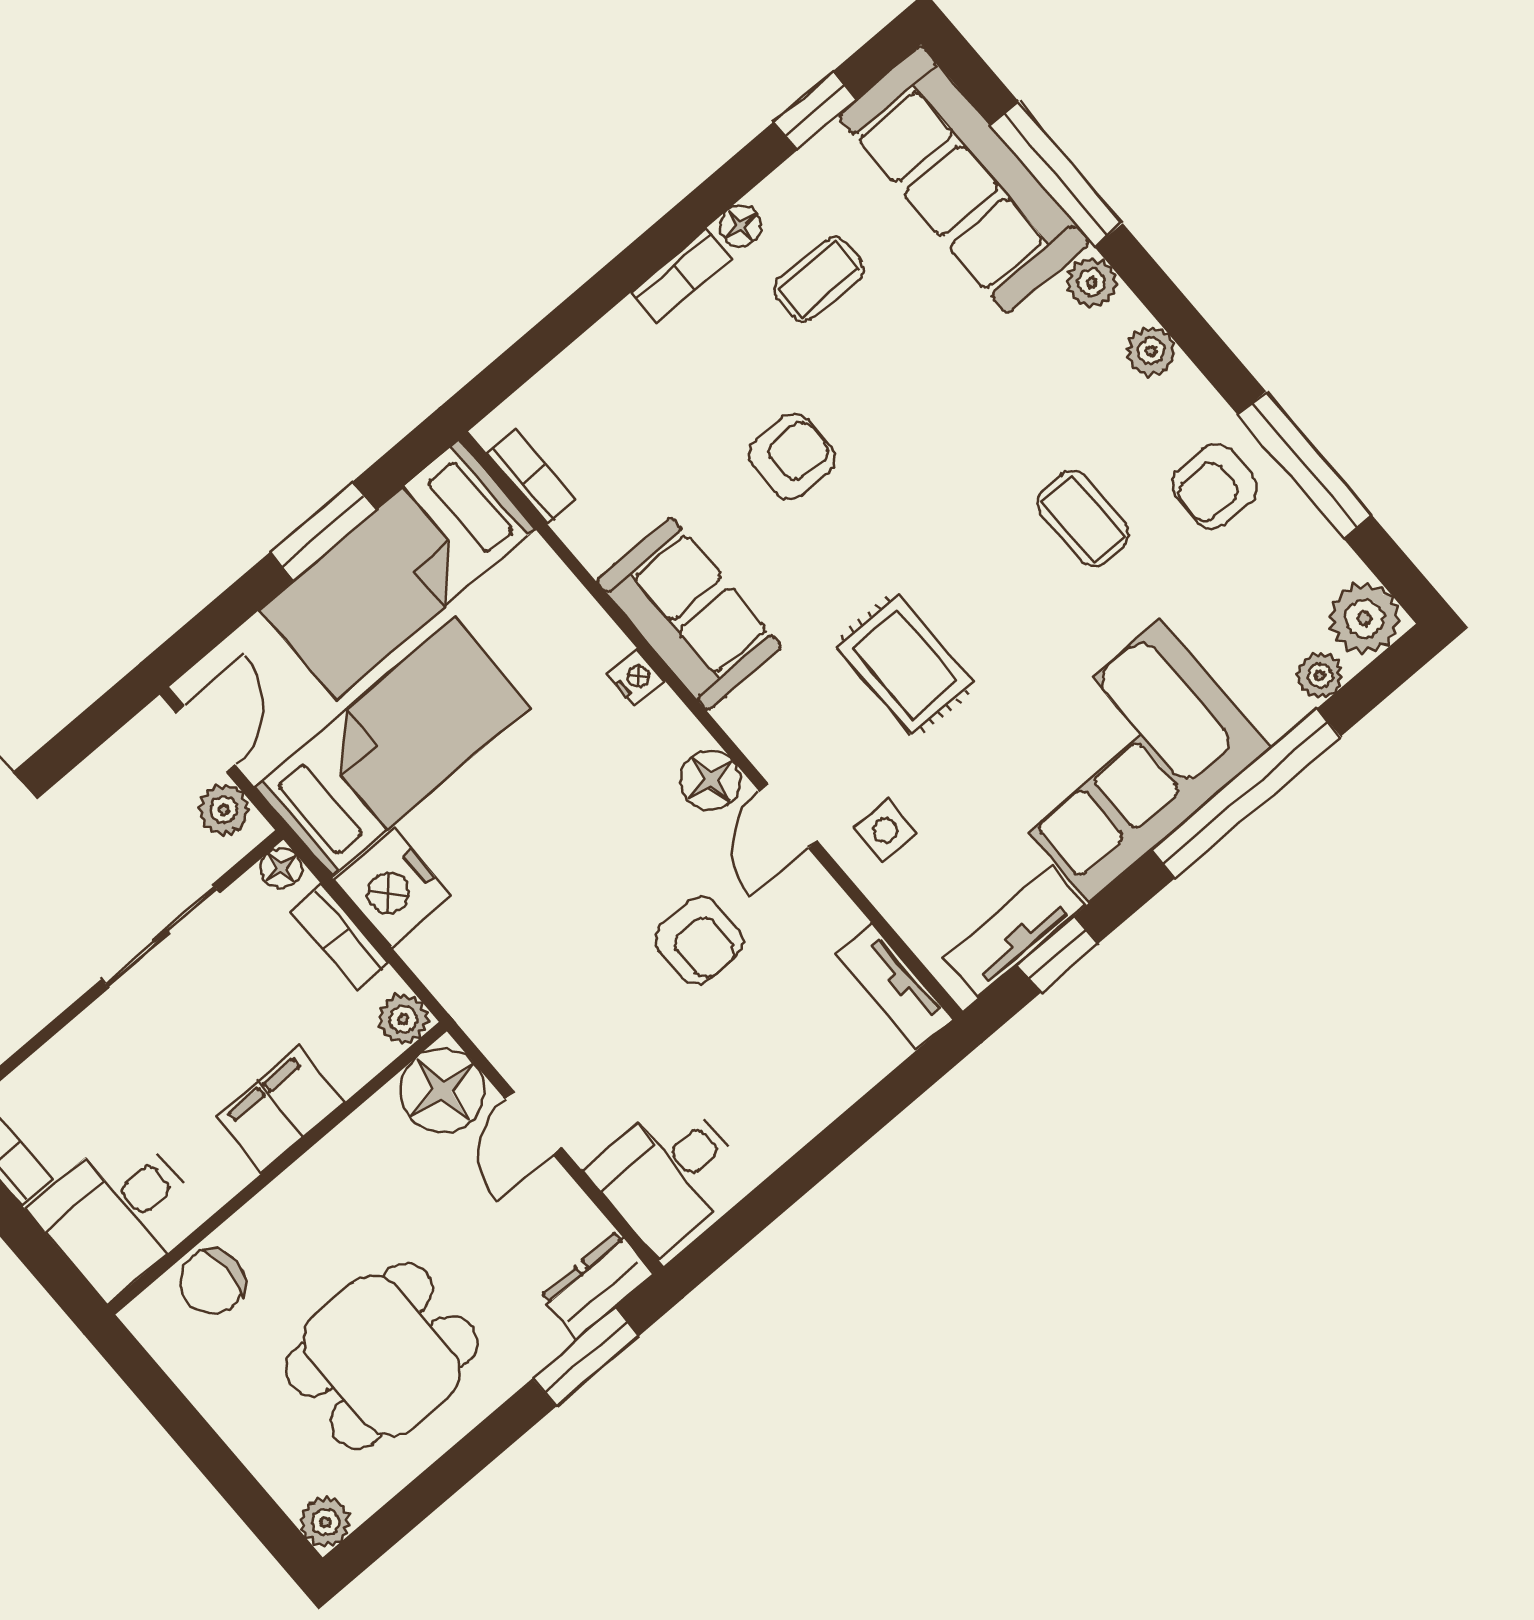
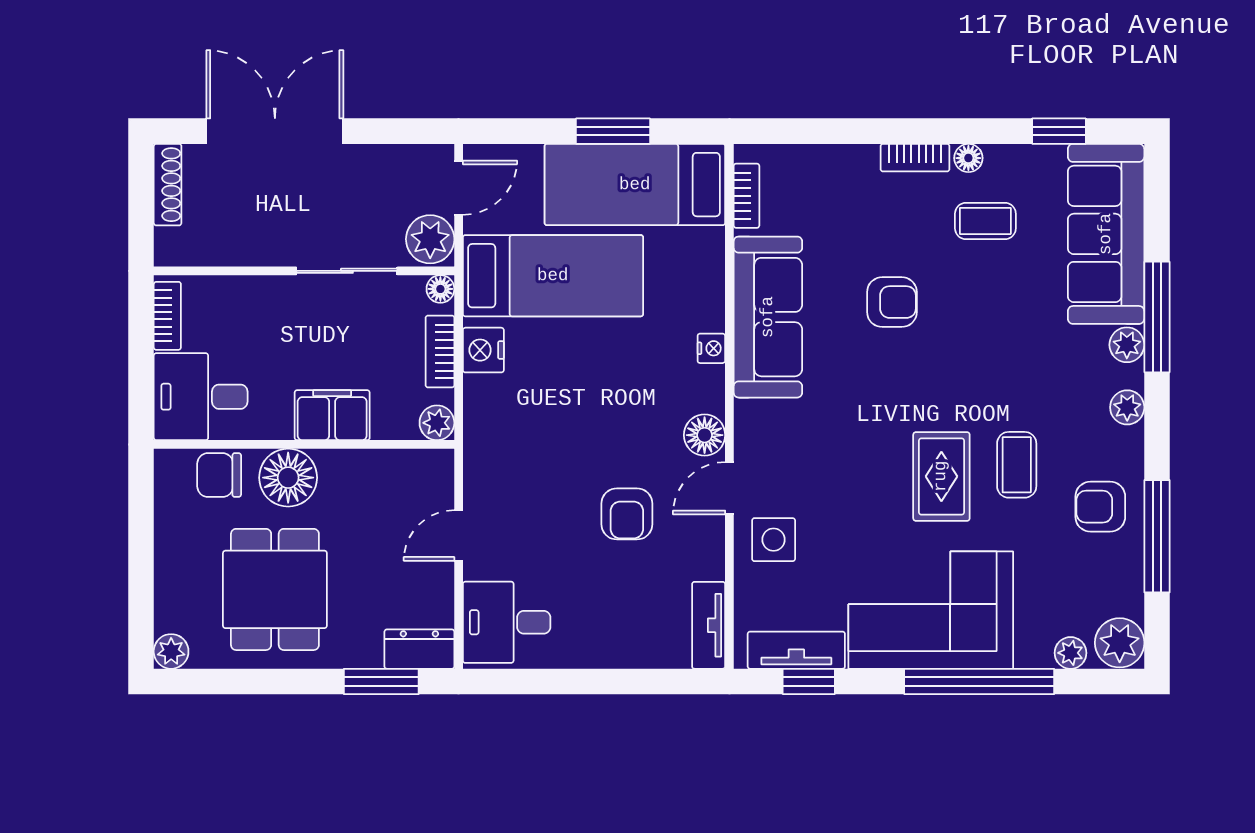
window: (1056, 174) -> (1157, 317), moved
sofa: (689, 614) -> (768, 317), width x1.36
rug: (905, 665) -> (941, 476), moved
plant: (224, 809) -> (430, 239), width x1.38, depth x1.38
side table: (885, 831) -> (774, 540), width x1.37, depth x1.37
nightstand: (393, 889) -> (483, 350), width x0.74, depth x0.75
floor lamp: (442, 1090) -> (288, 478), moved
dining table: (382, 1356) -> (275, 589), turned 90

